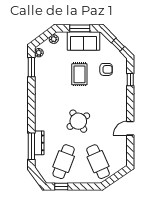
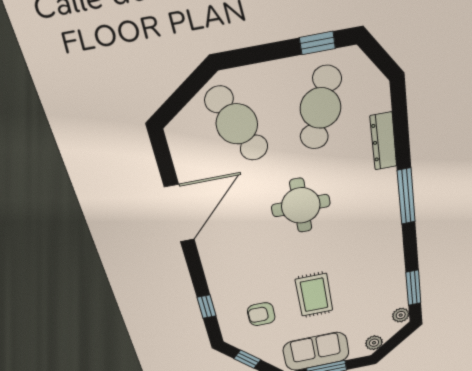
round table: (78, 121) -> (301, 206), turned 33
door: (130, 128) -> (180, 214), width x1.88
window: (31, 146) -> (406, 196), moved

